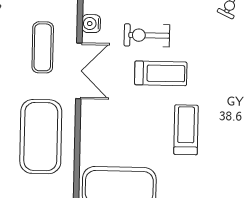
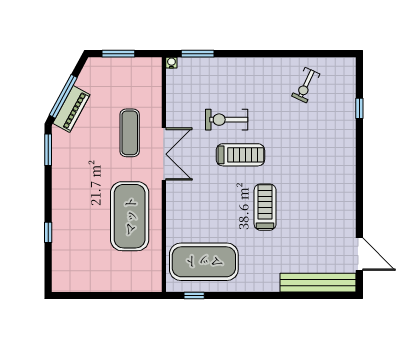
water cooler: (91, 24) -> (174, 110), removed

